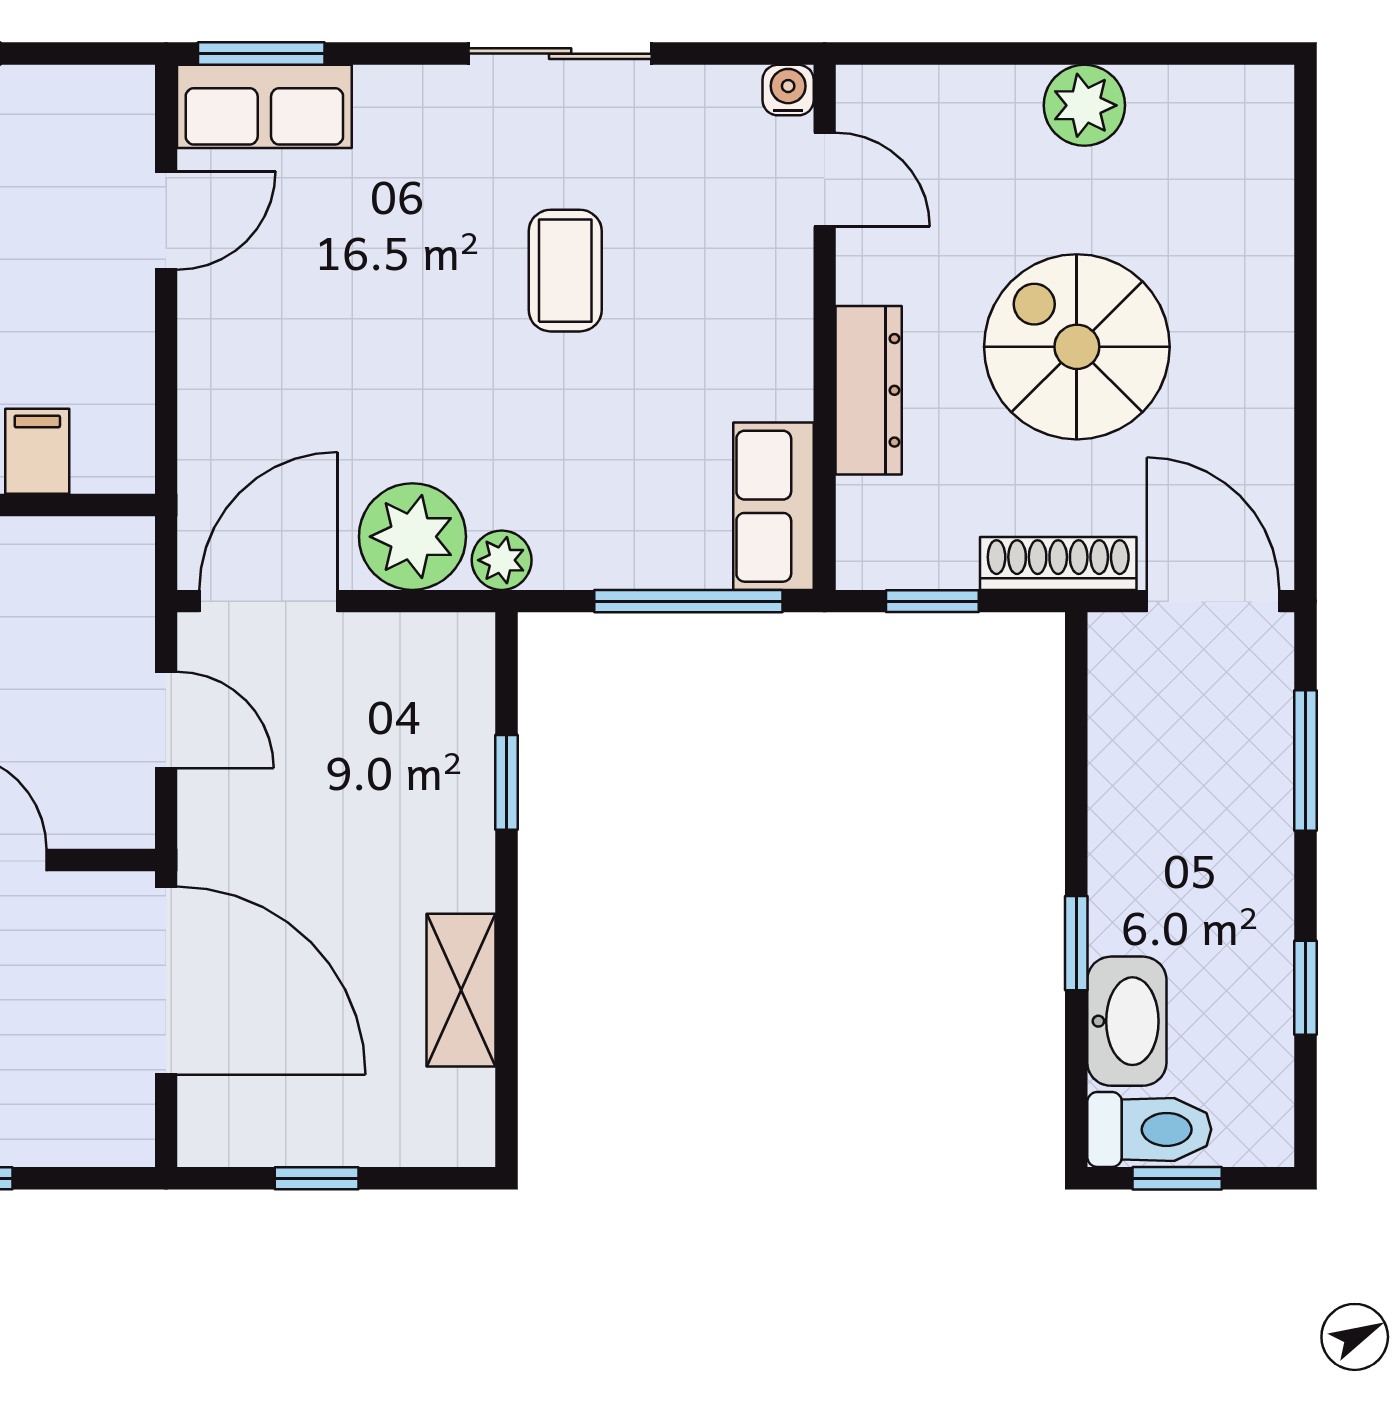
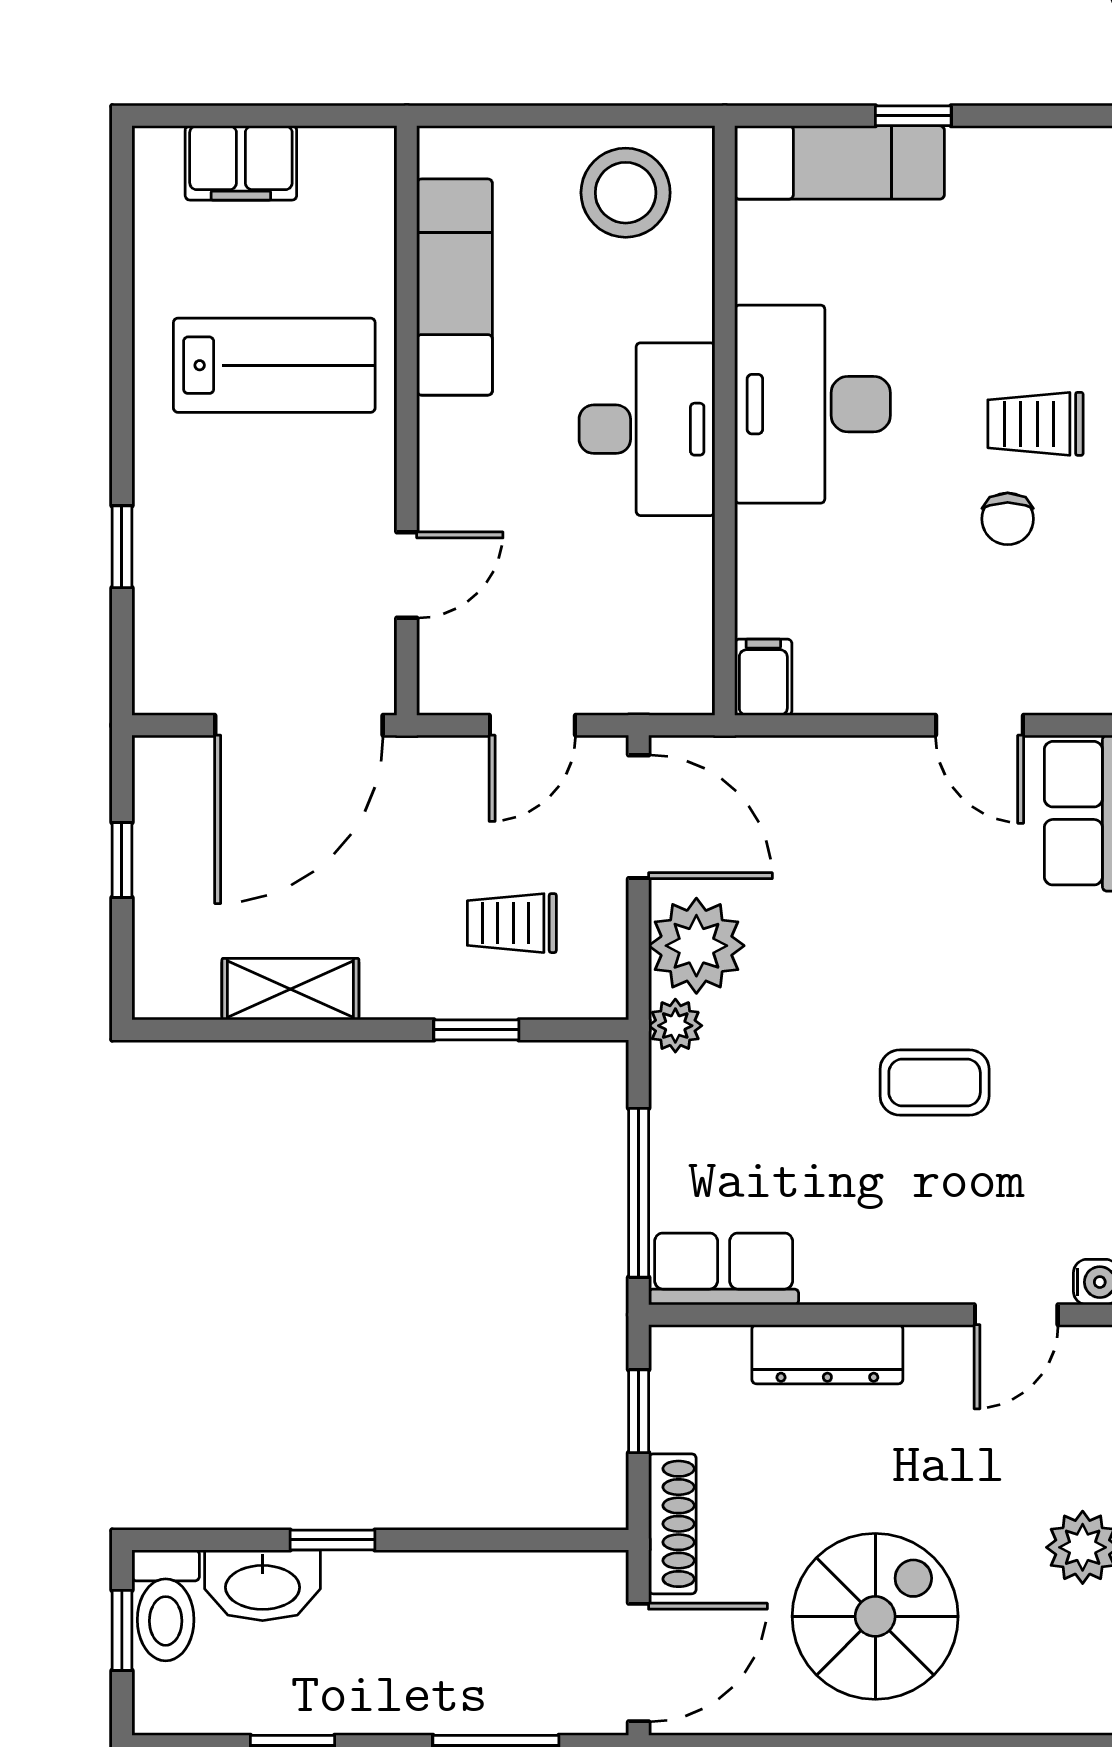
spiral stairs: (1077, 347) -> (875, 1616), moved
filing cabinet: (37, 451) -> (763, 677), moved, turned -90
trolley: (387, 743) -> (512, 923), added

